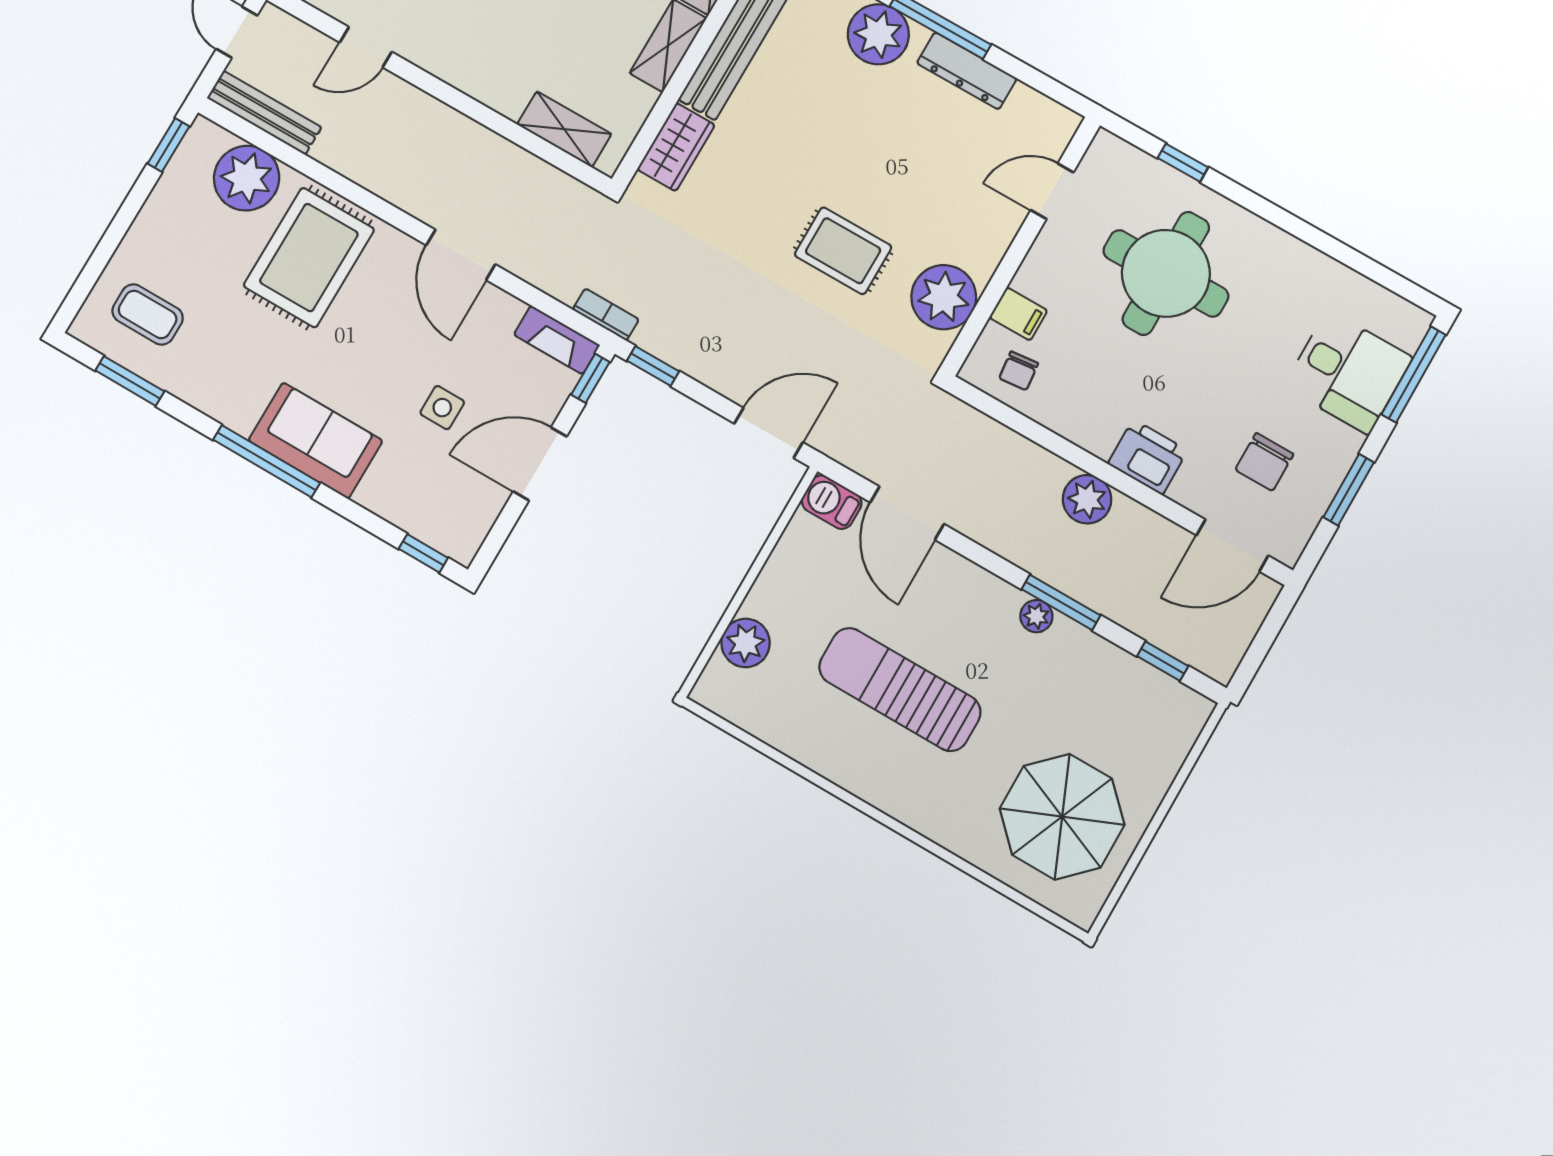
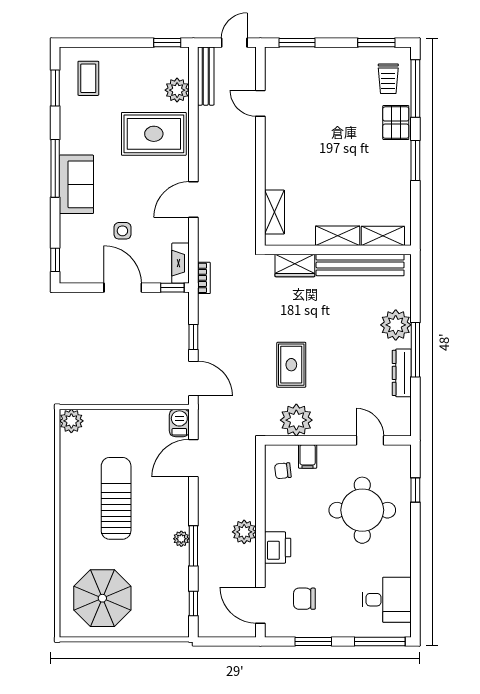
plant: (247, 178) -> (177, 90), width x0.73, depth x0.73
window: (653, 366) -> (193, 337), moved
desk: (1348, 372) -> (387, 600), moved, turned -90
plant: (746, 643) -> (71, 421), moved

